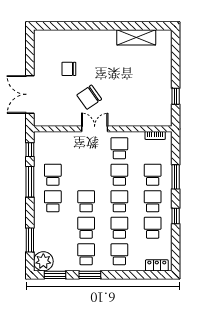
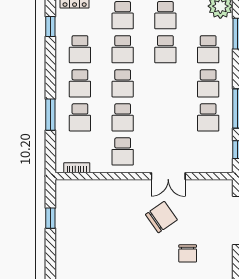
chair: (69, 69) -> (188, 253), turned 90
double door: (95, 129) -> (168, 176), moved
school desk: (86, 201) -> (208, 49), moved
window: (176, 216) -> (50, 26), moved

